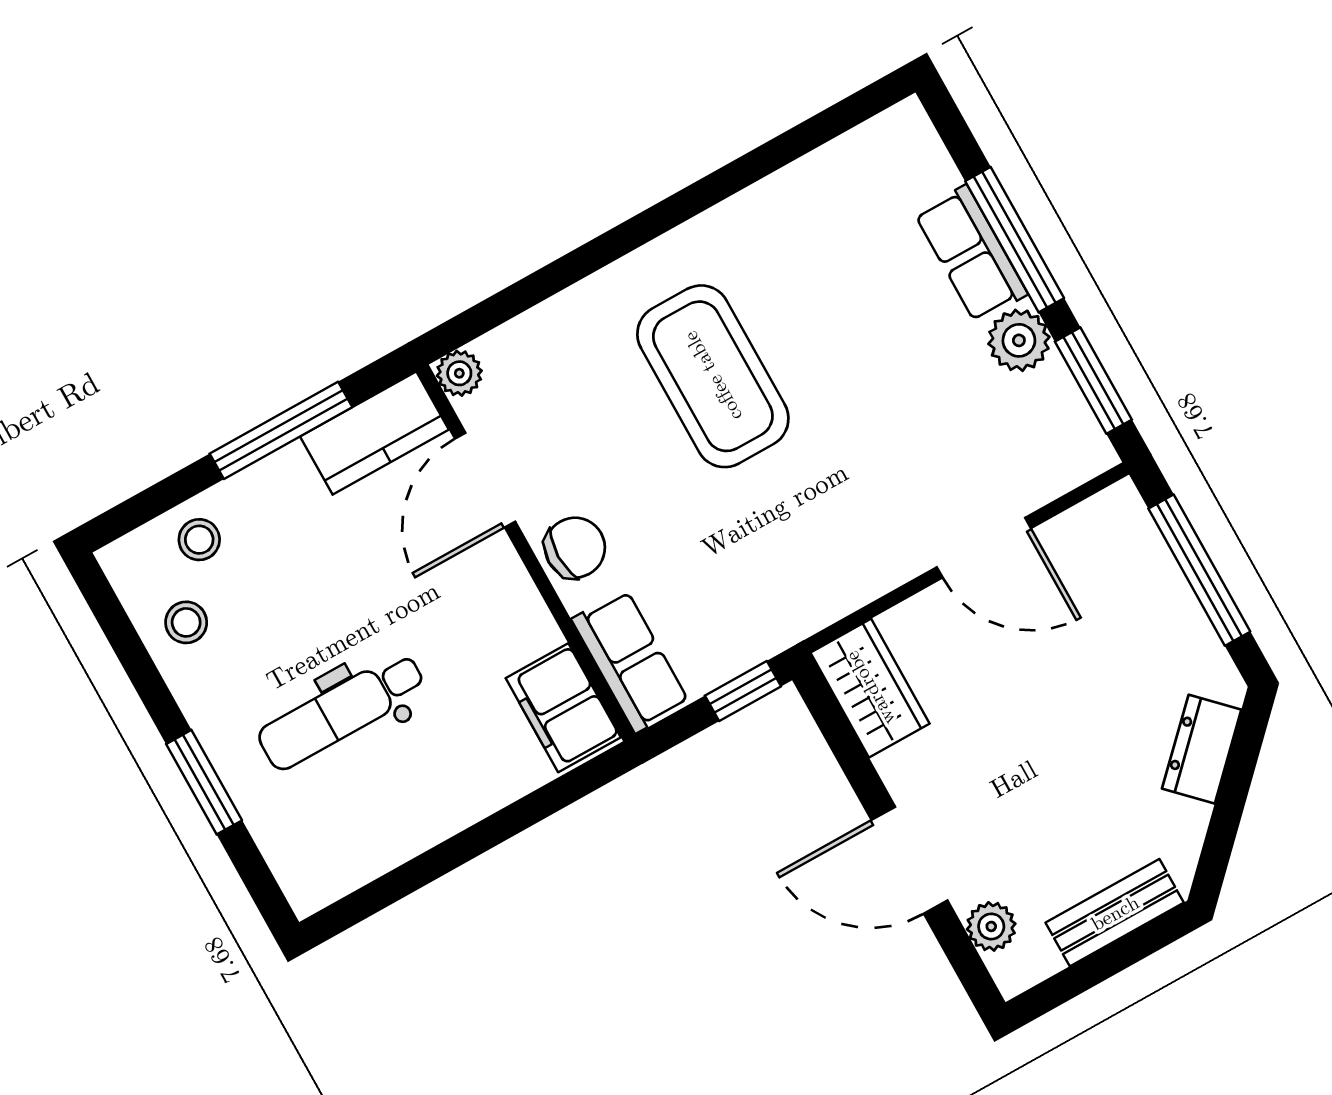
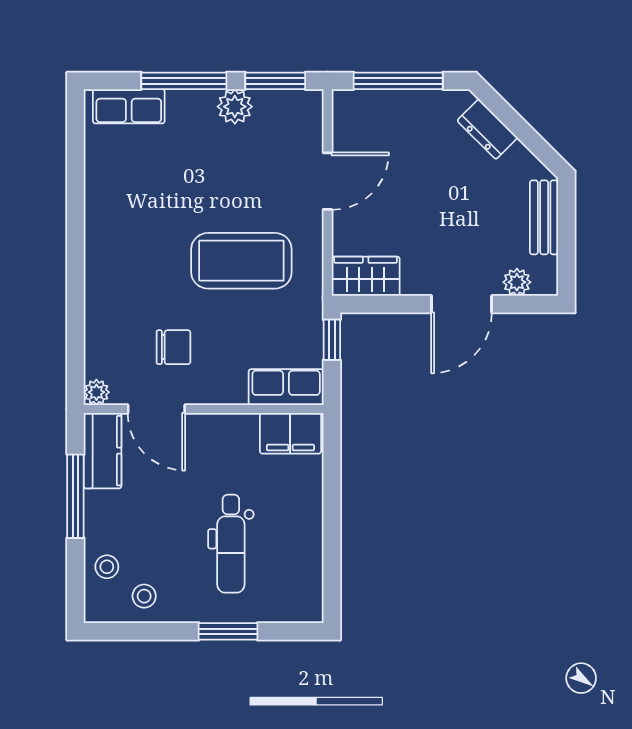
row of seats: (971, 254) -> (129, 106), moved
coffee table: (713, 376) -> (241, 261), moved
chair: (575, 548) -> (174, 347), moved, turned 90

